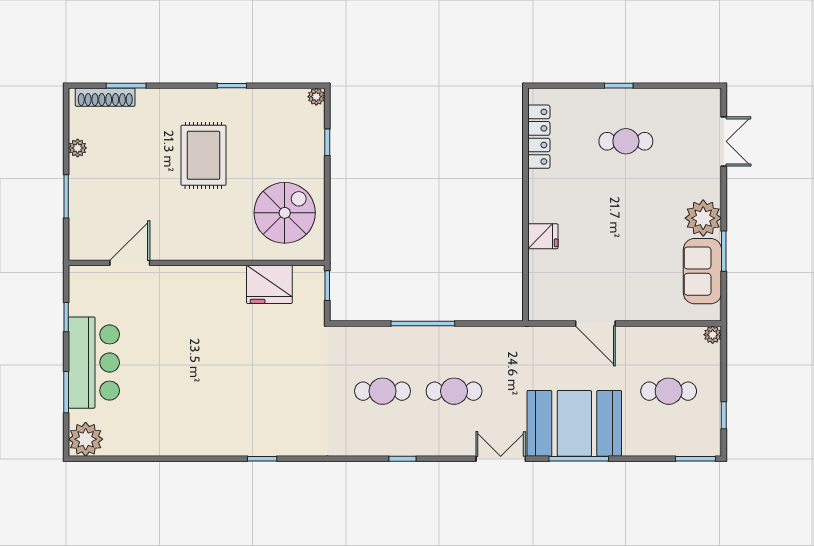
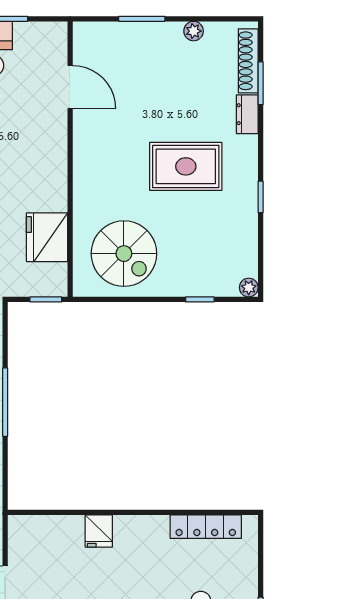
dresser: (155, 98) -> (247, 114), added

